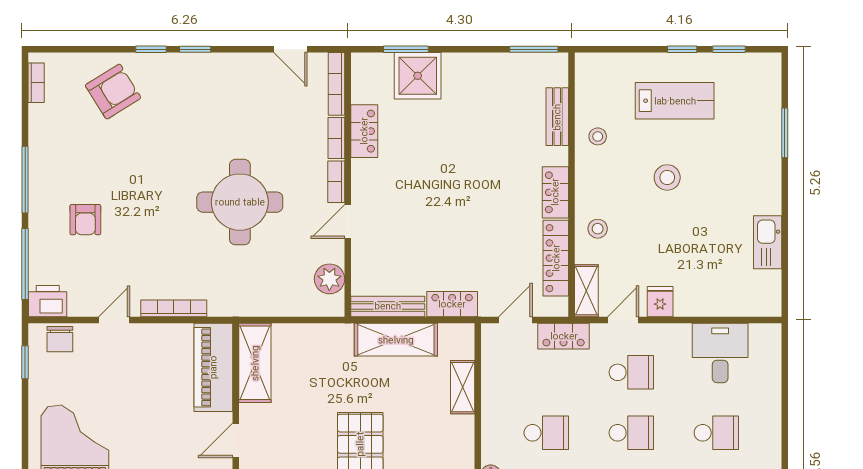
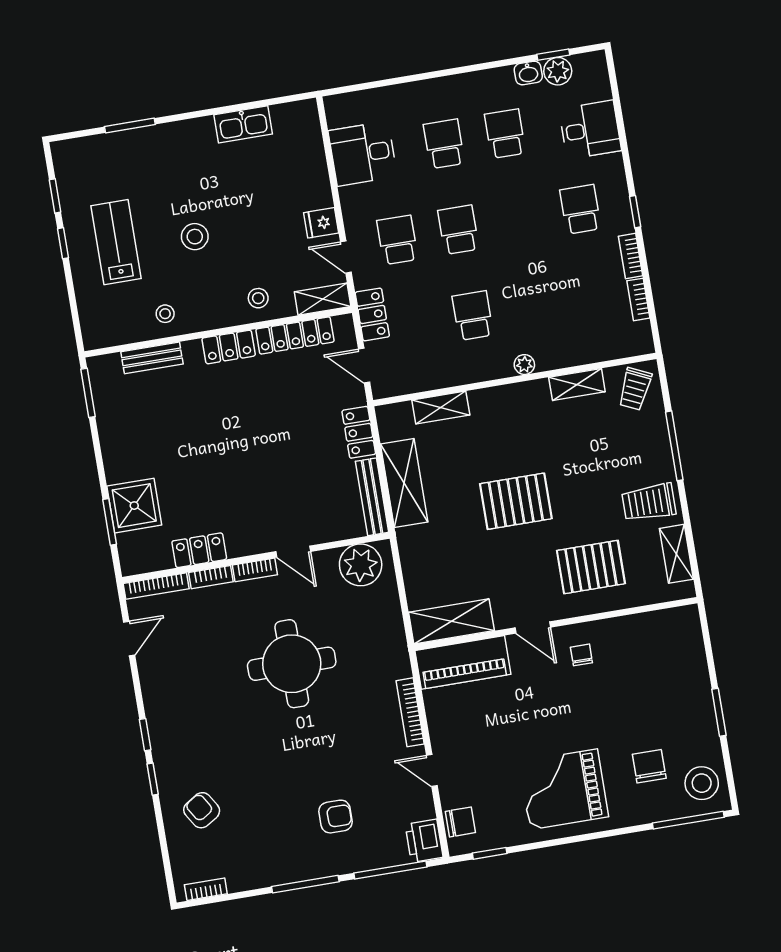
armchair: (113, 92) -> (202, 810), width x0.72, depth x0.72
plant: (329, 279) -> (361, 565), width x1.36, depth x1.36

